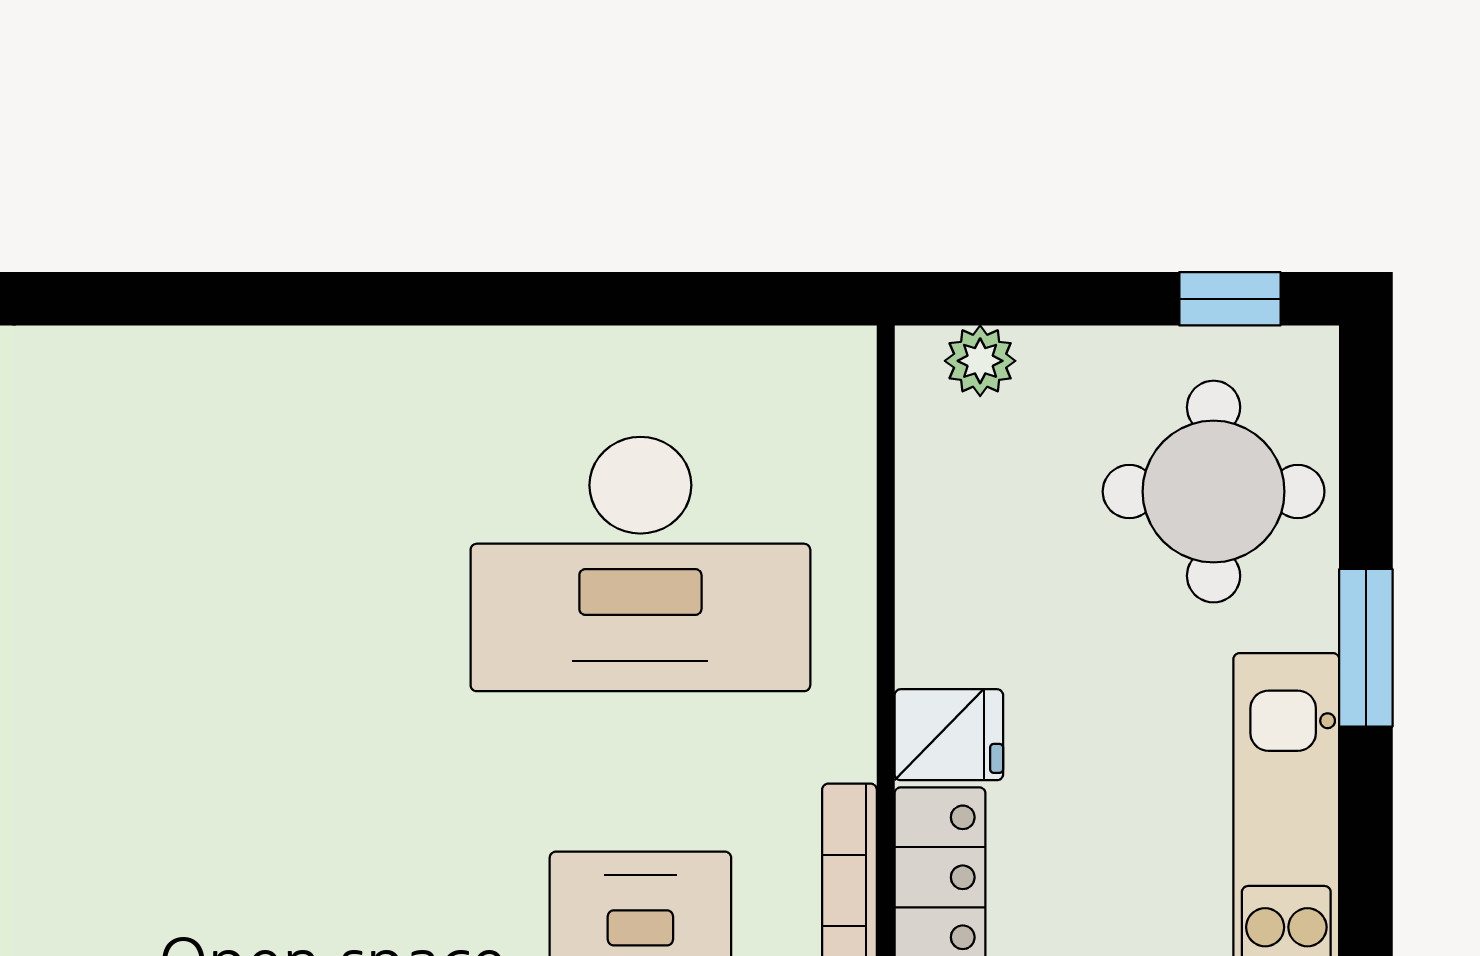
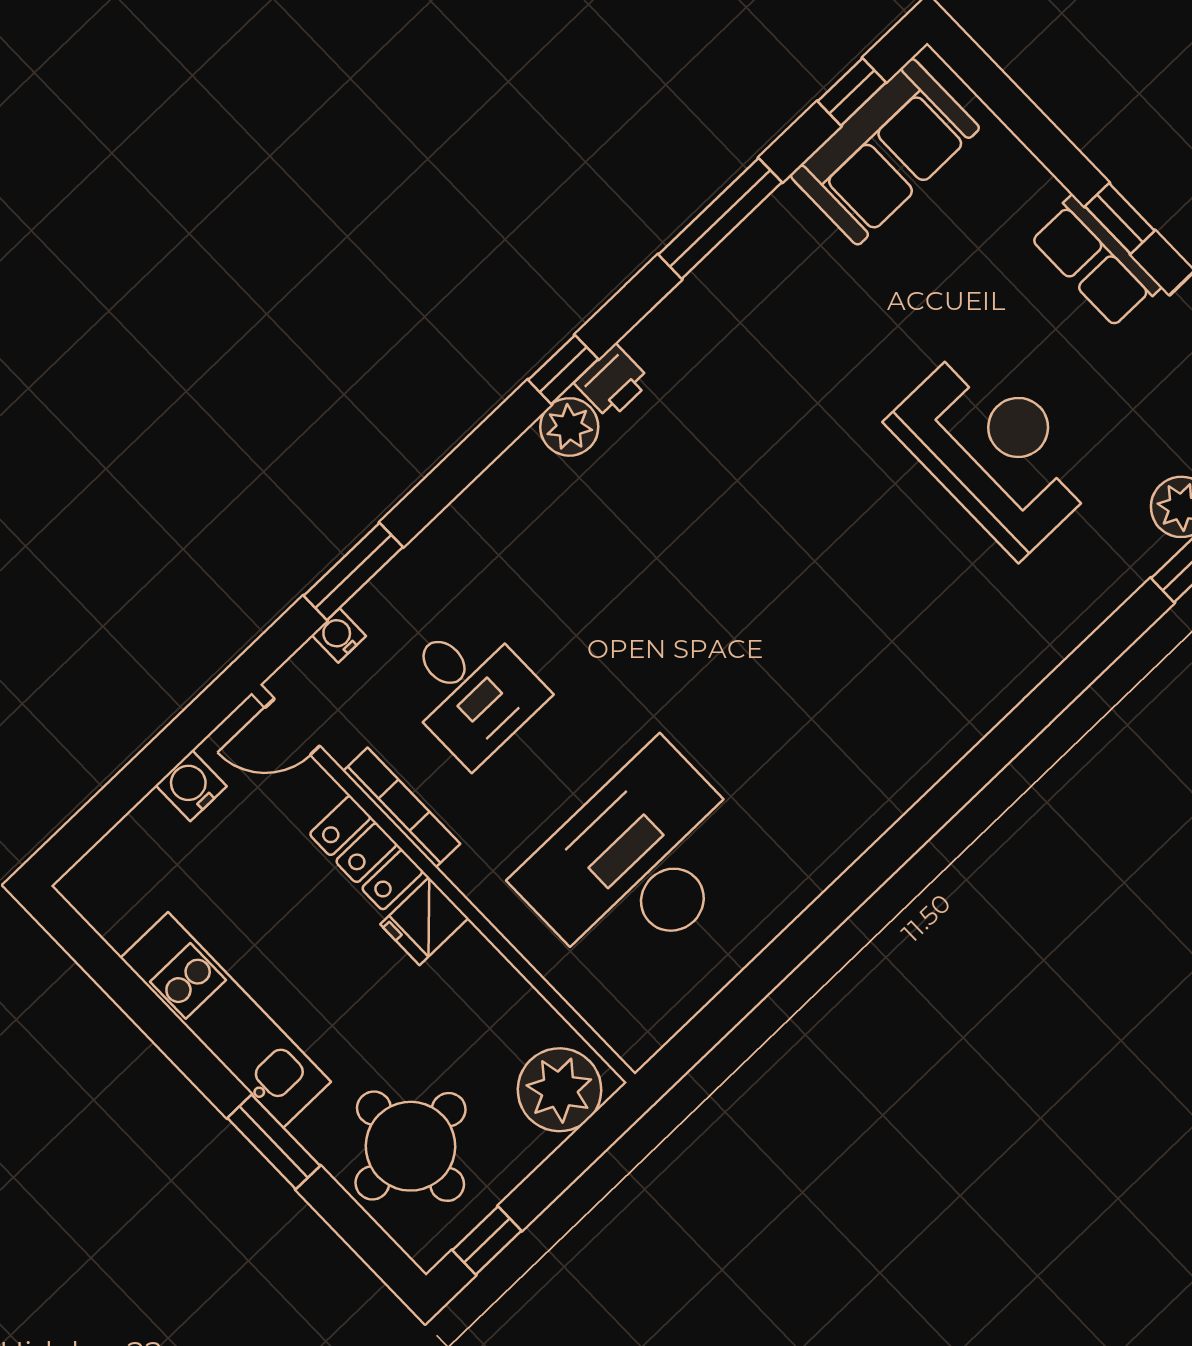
plant: (980, 361) -> (559, 1090), width x1.88, depth x1.88

